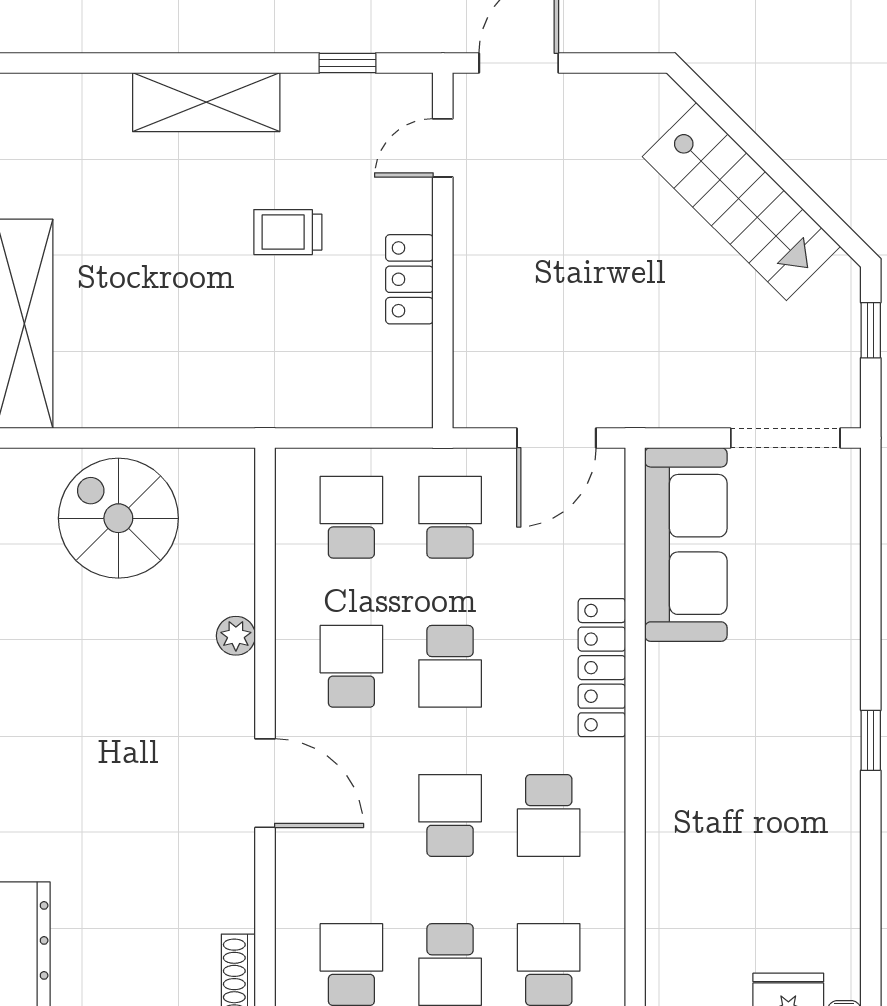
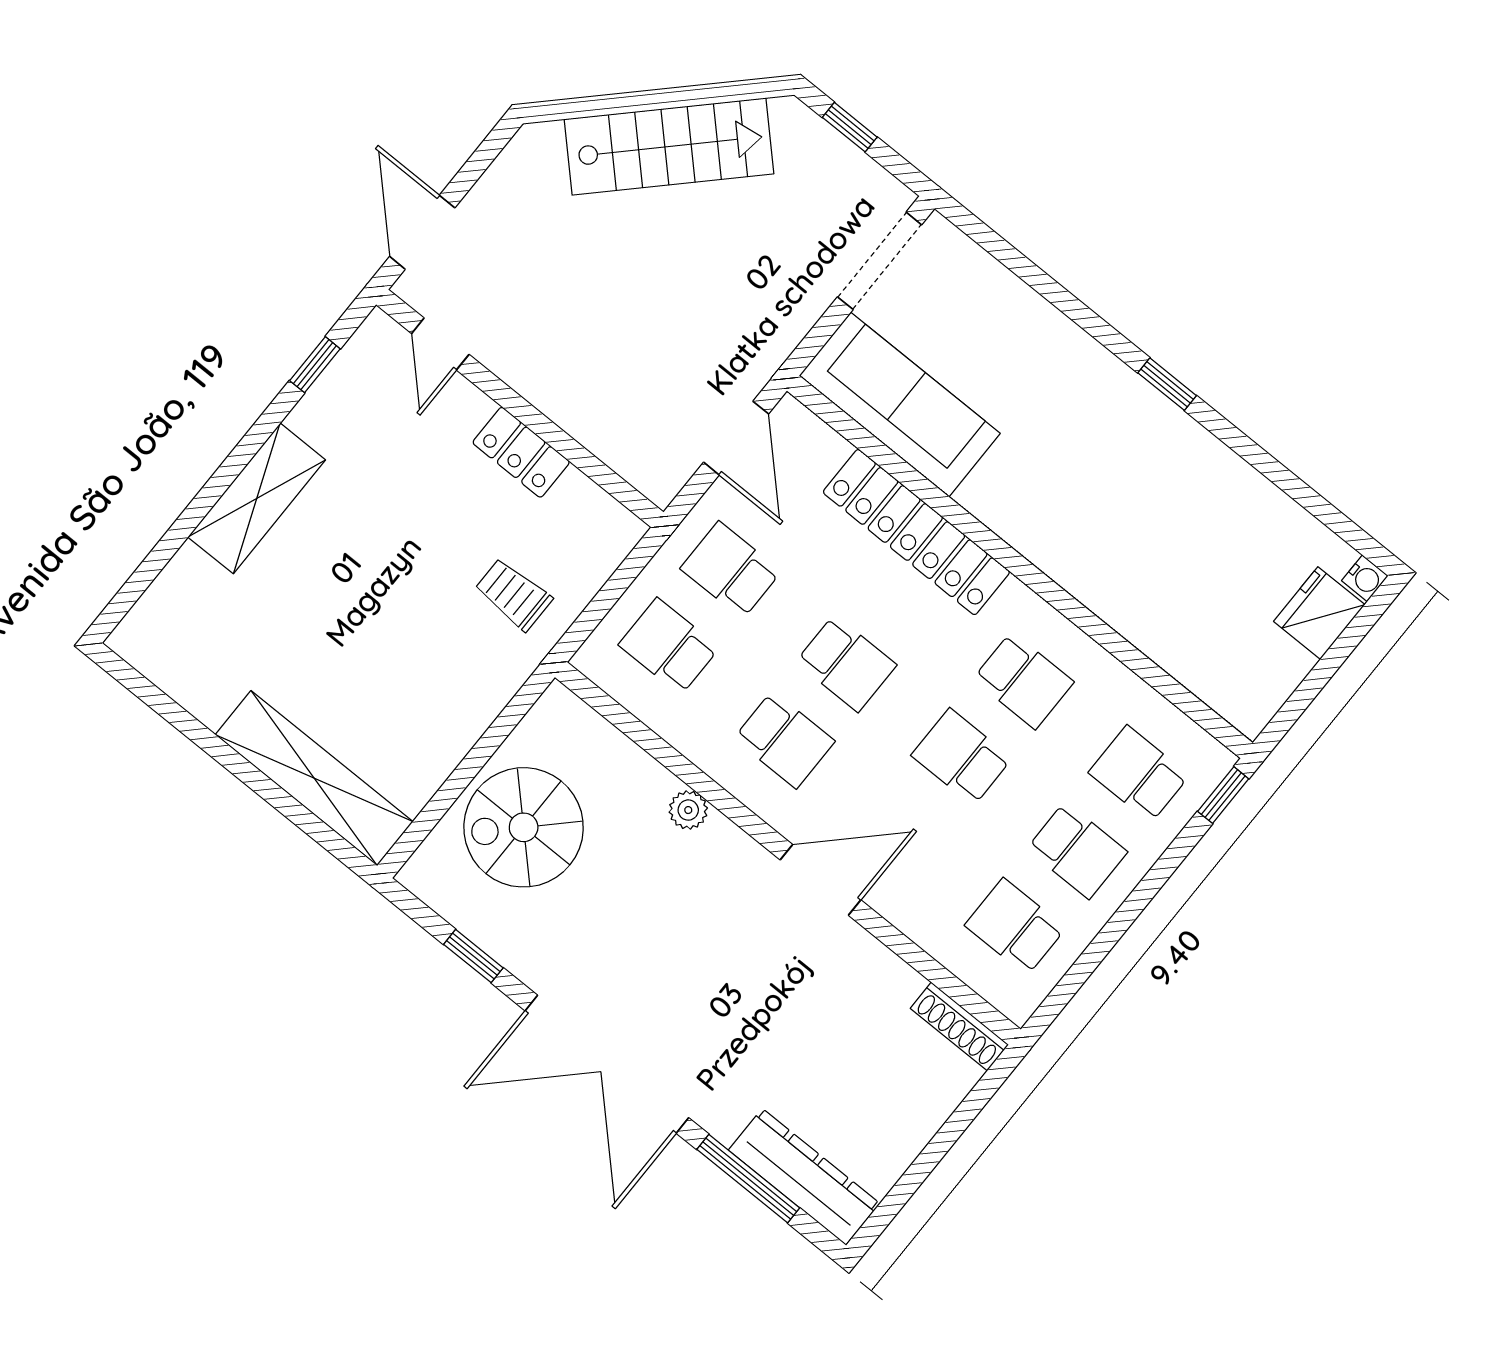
trolley: (288, 232) -> (513, 594), moved, turned 90
school desk: (351, 666) -> (784, 740), turned 180
locker: (602, 668) -> (916, 532), width x1.41, depth x1.21

